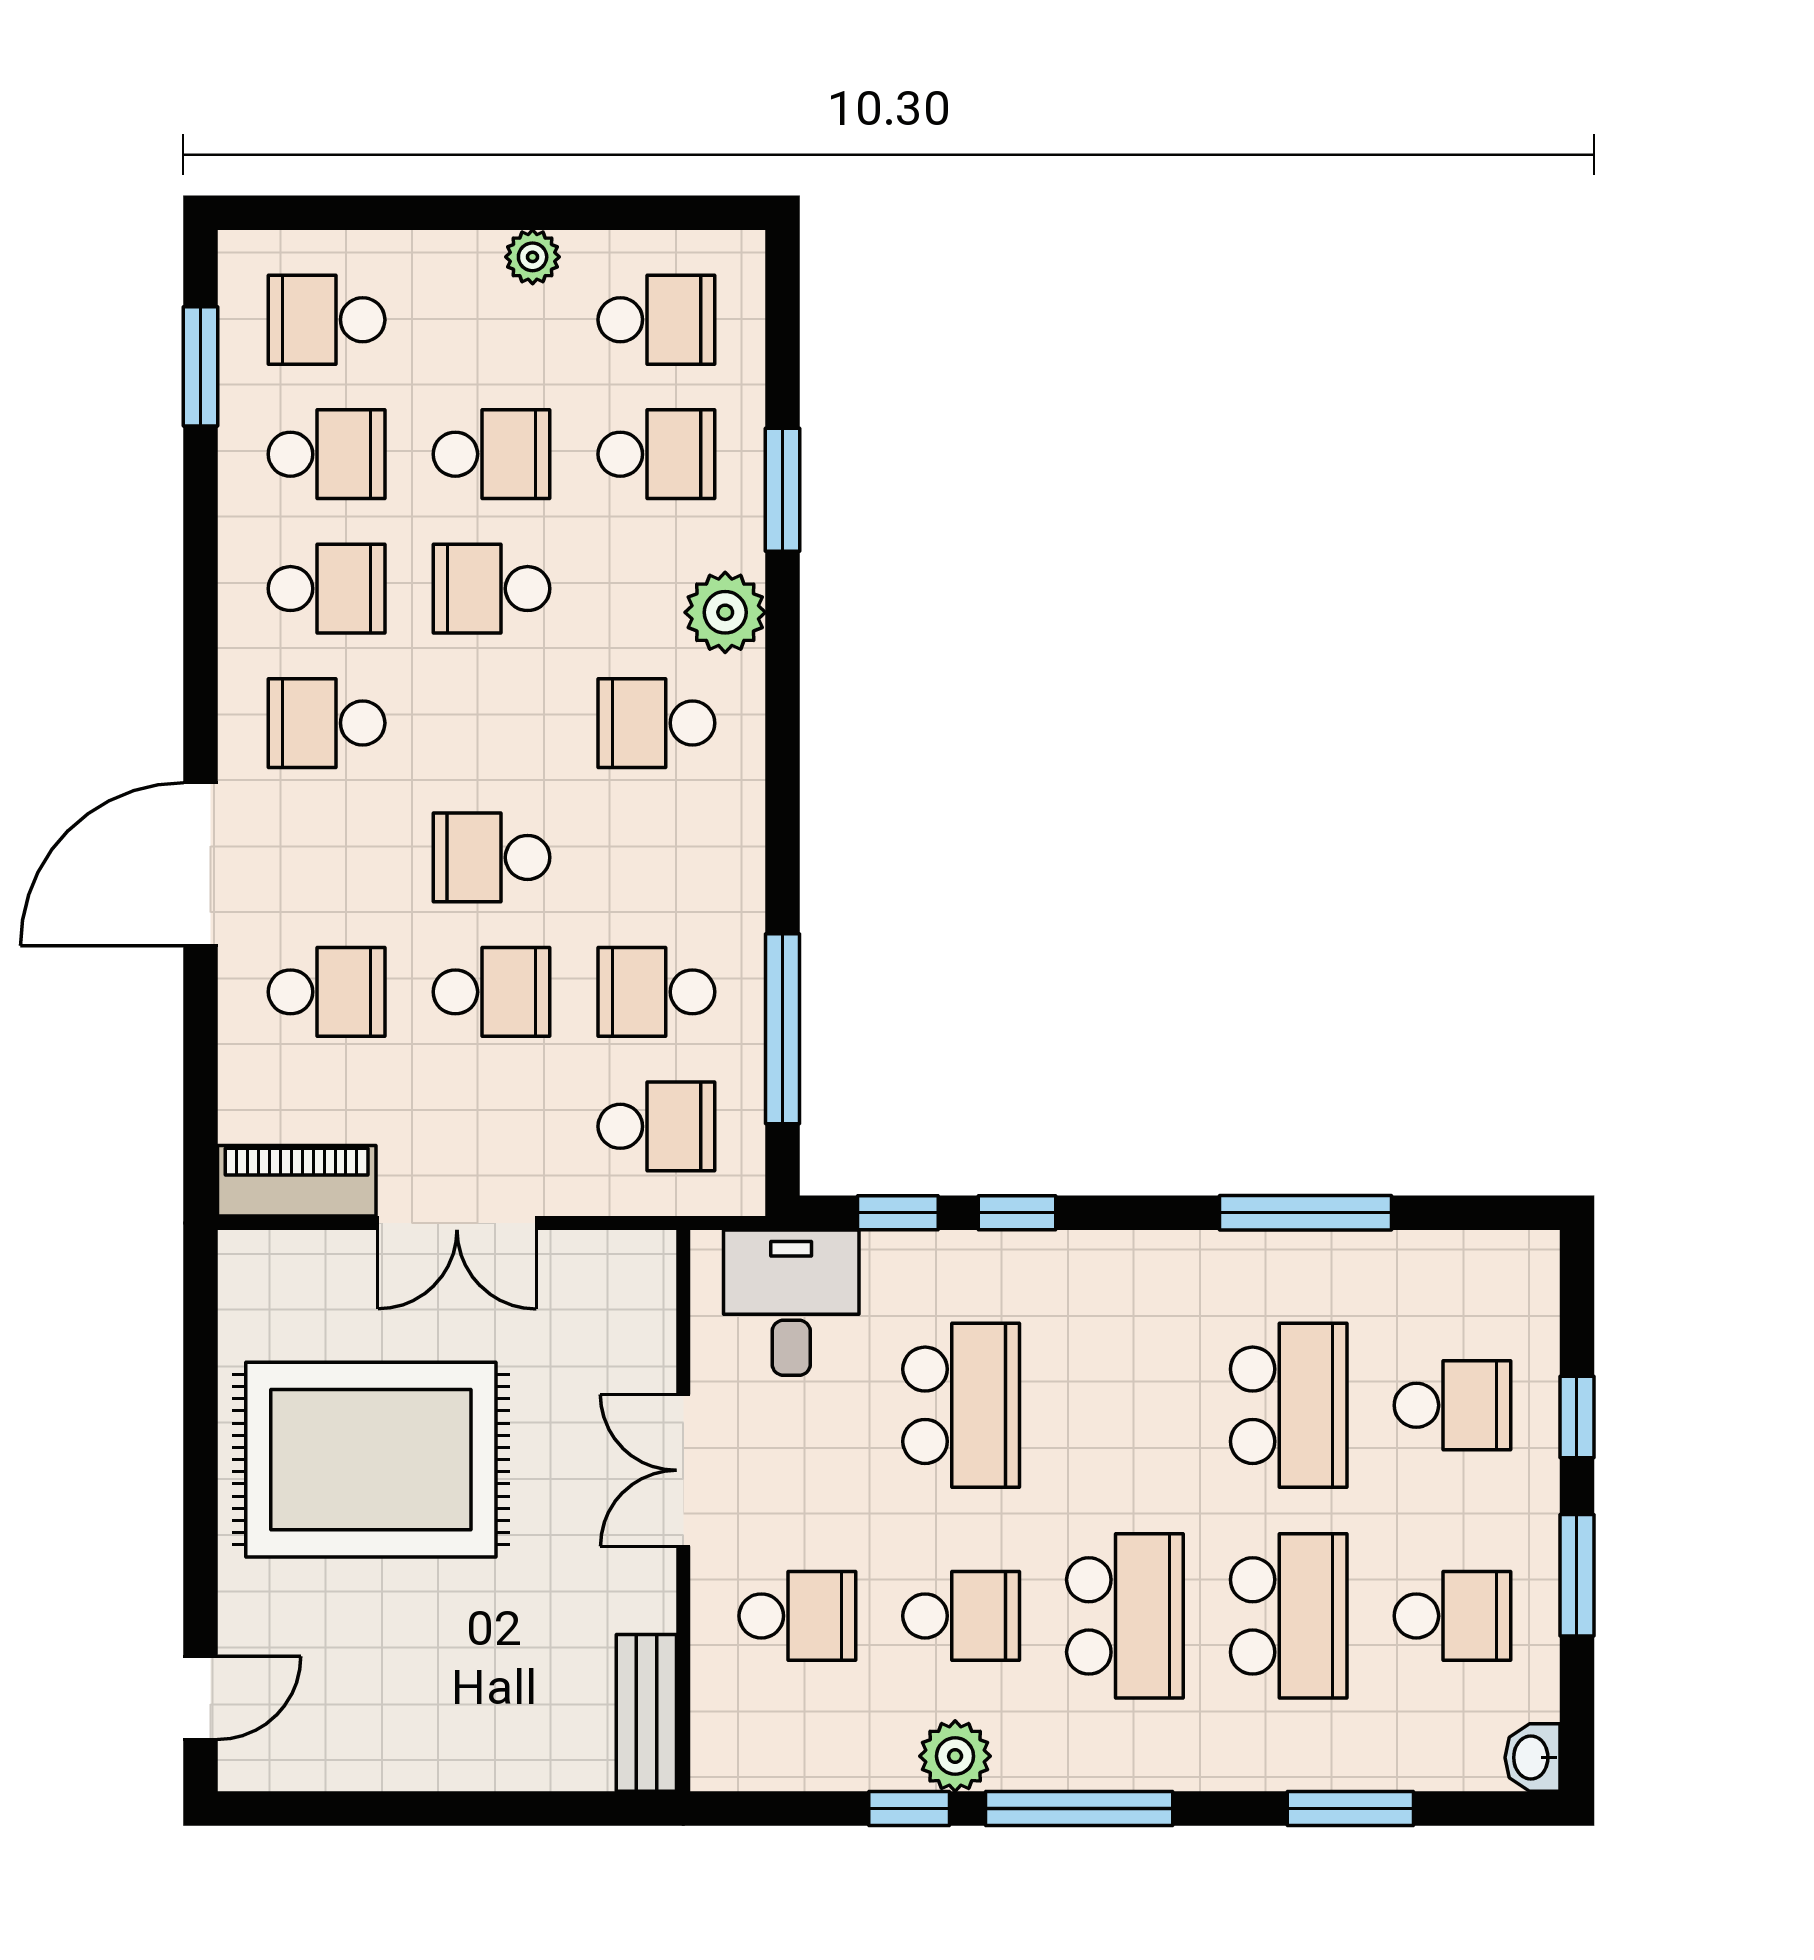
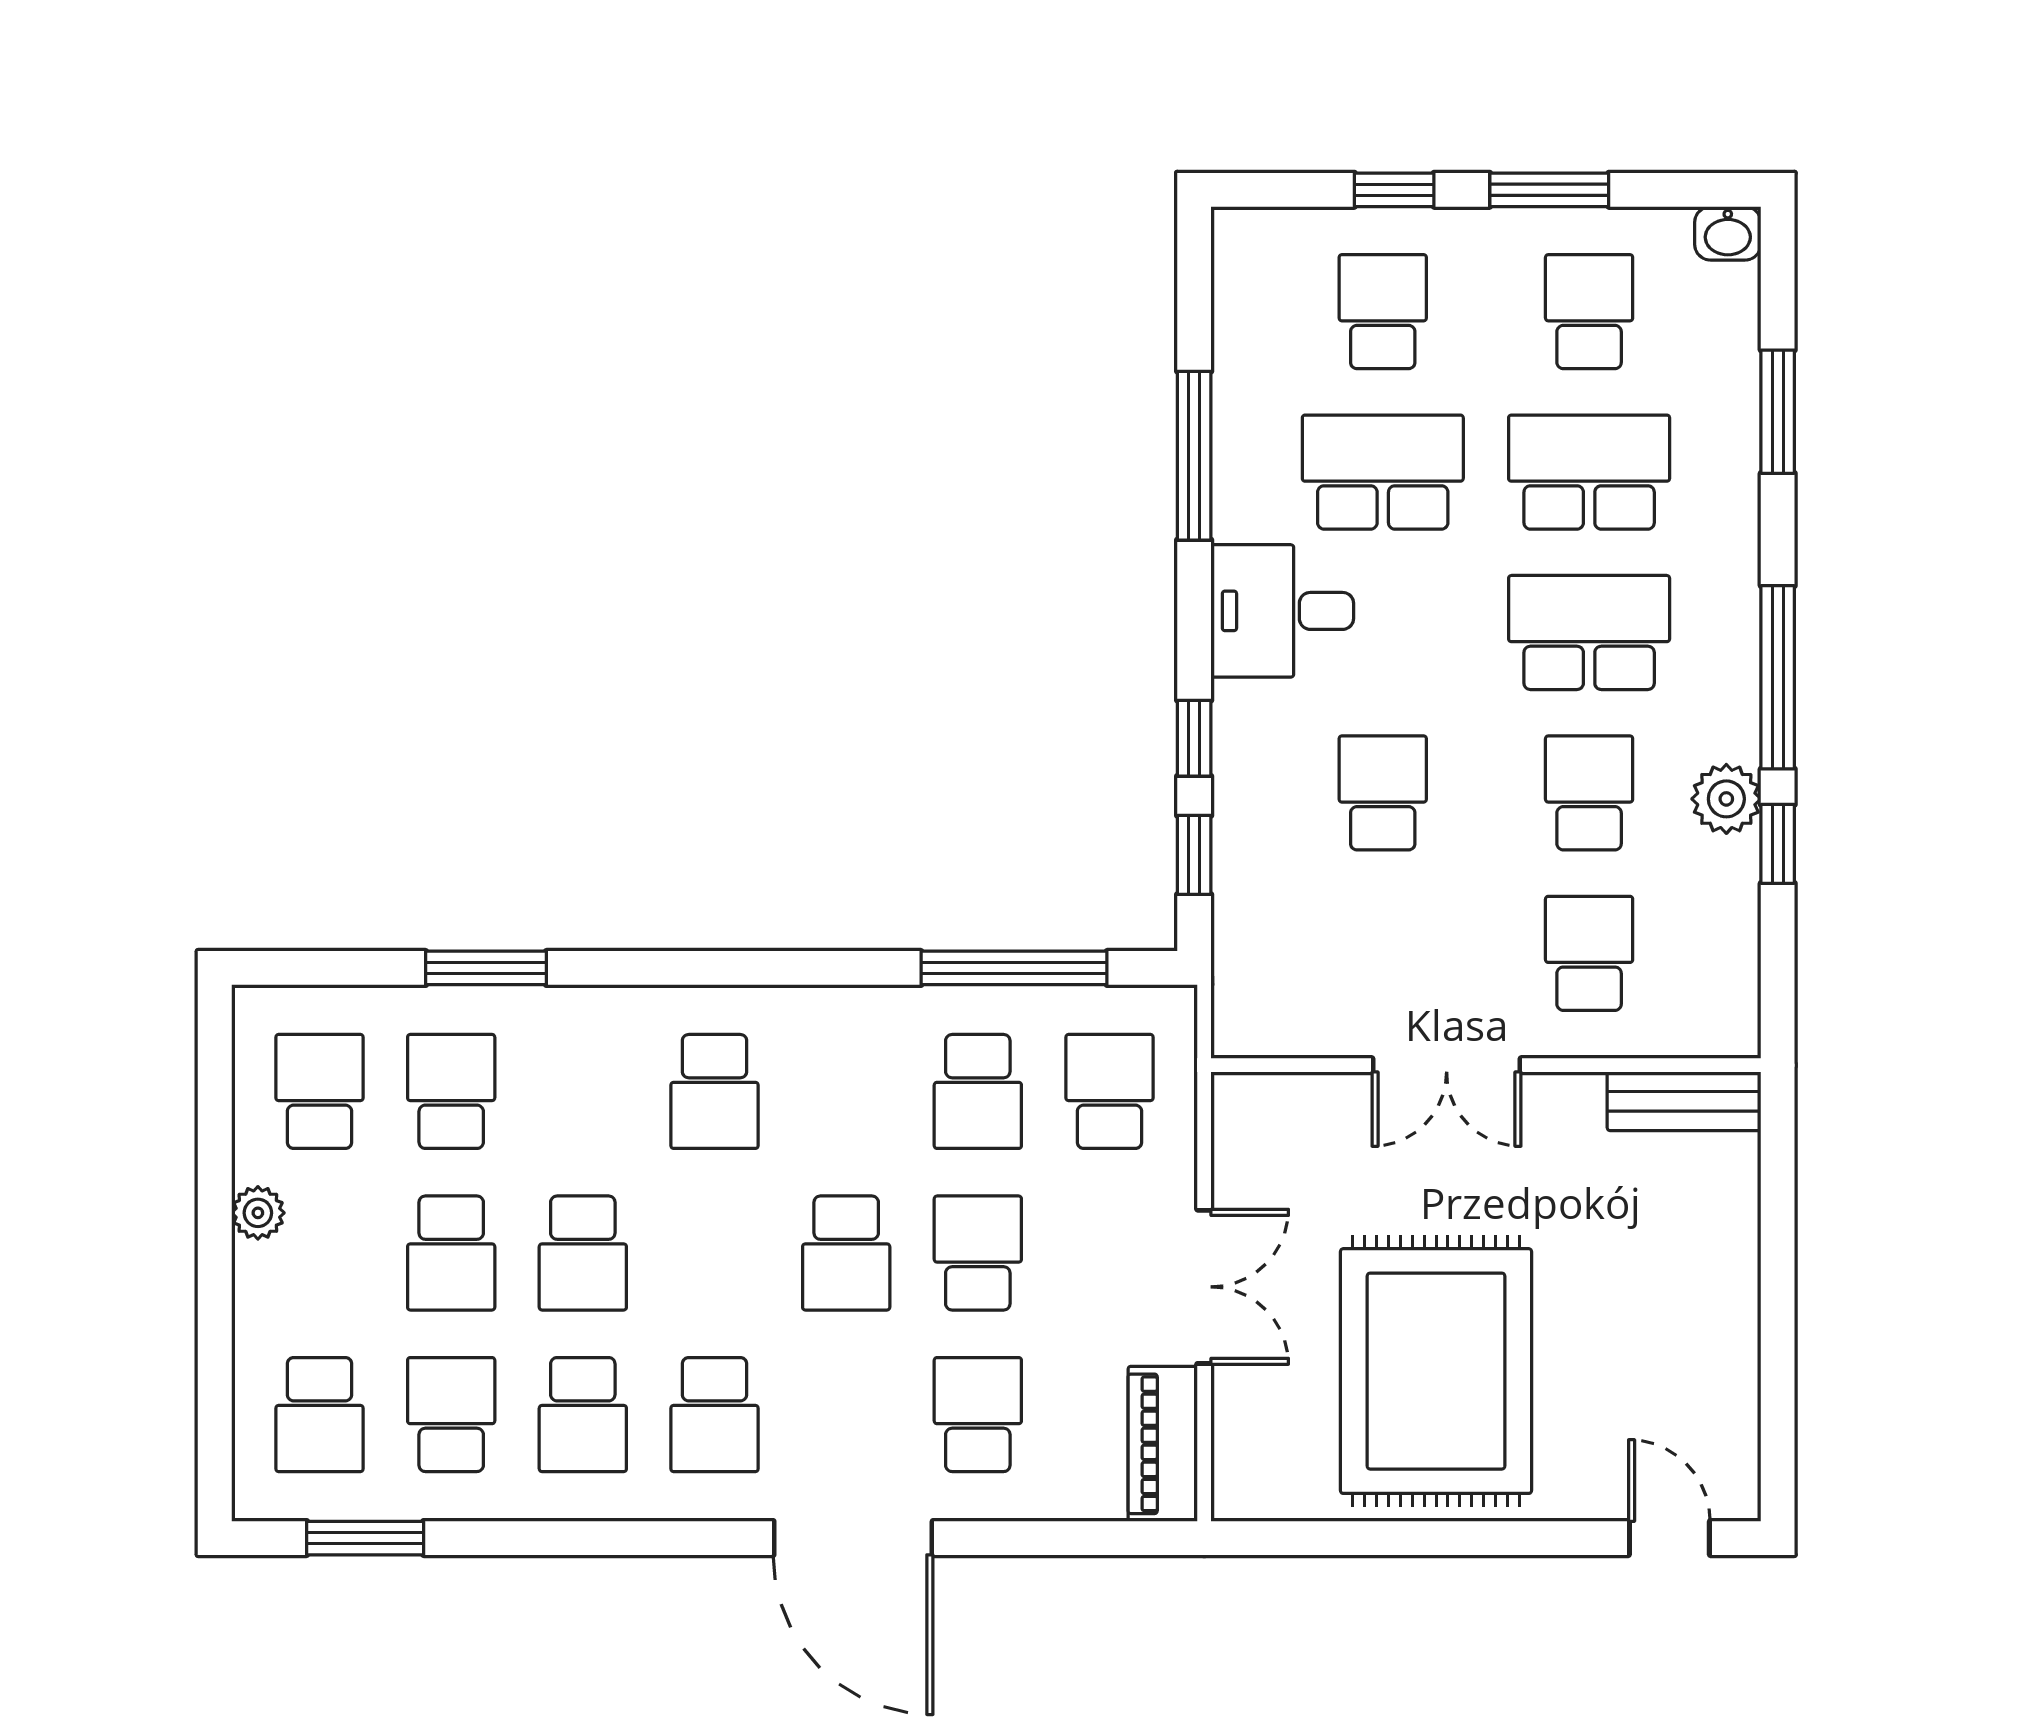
school desk: (491, 454) -> (451, 1253), turned 180
school desk: (327, 589) -> (583, 1415), turned 180
plant: (725, 612) -> (606, 1024), removed
desk: (791, 1303) -> (1282, 611), moved
school desk: (961, 1405) -> (1383, 793), width x0.54

